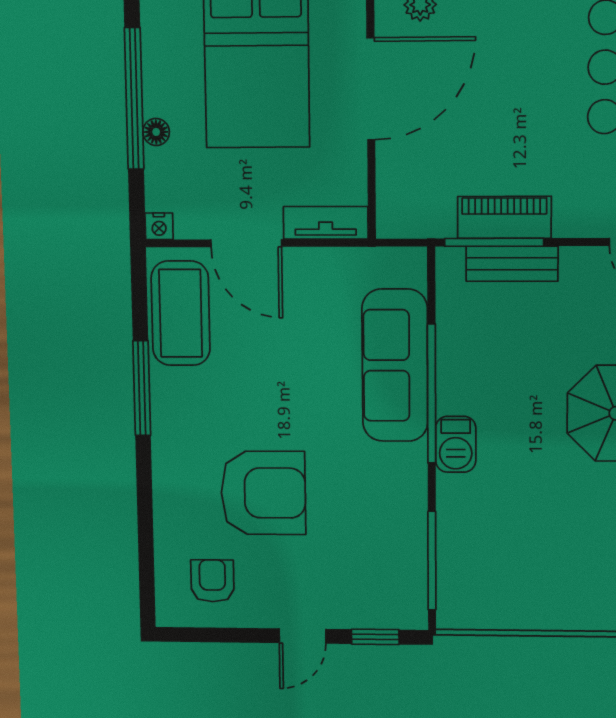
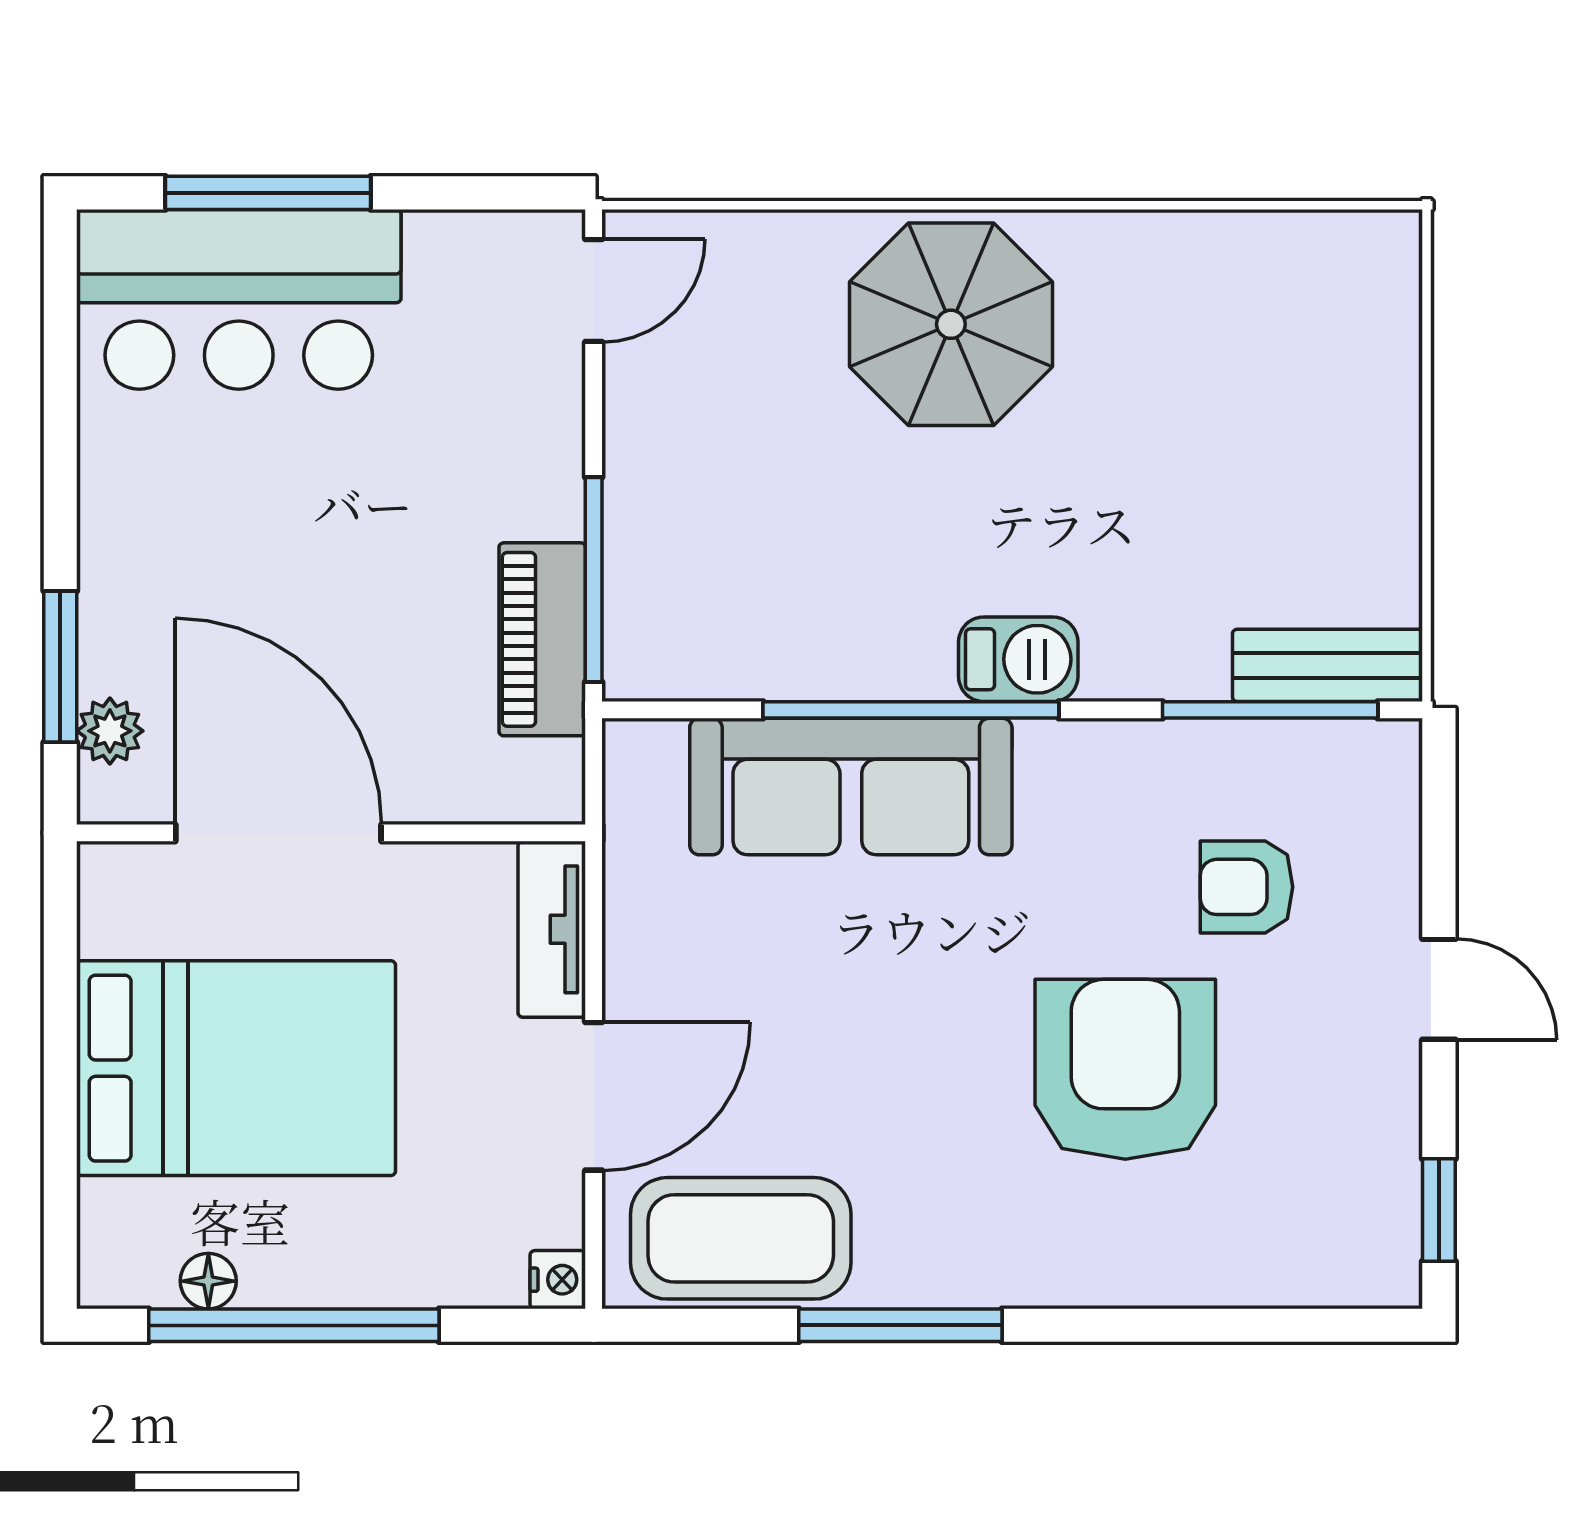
floor lamp: (156, 132) -> (208, 1281), moved
piano: (504, 217) -> (542, 639), moved
bench: (512, 264) -> (1327, 665), moved, turned 90
armchair: (212, 581) -> (1247, 887), moved
window: (375, 637) -> (1439, 1210), moved

